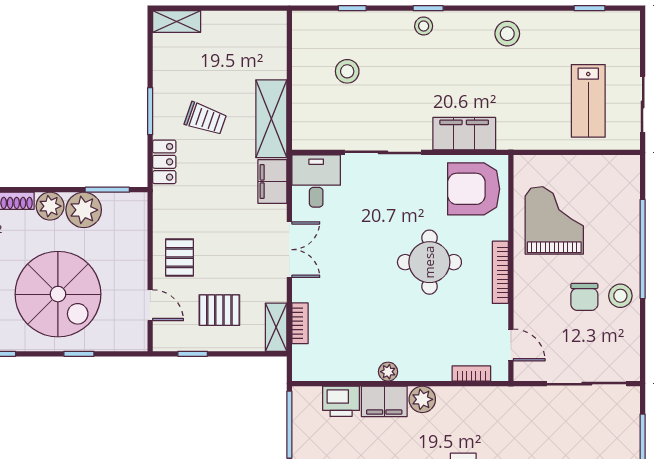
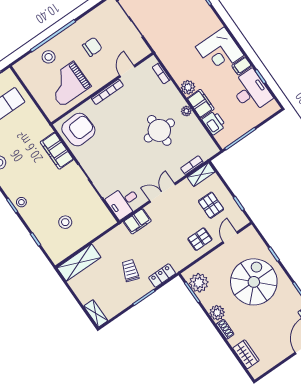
shelving: (271, 119) -> (79, 263), moved
armchair: (474, 189) -> (78, 130), turned -93
plant: (84, 210) -> (199, 283), moved
round table: (429, 262) -> (159, 130), moved
stool: (620, 296) -> (49, 57), moved
door: (511, 345) -> (127, 71), moved

